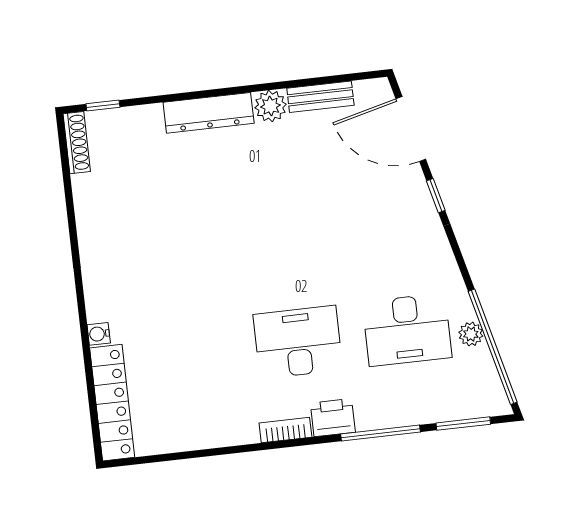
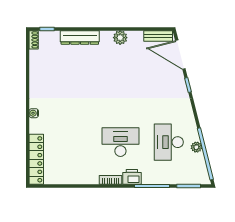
bench: (320, 97) -> (158, 36), moved
dresser: (209, 113) -> (80, 37), moved
shoe rack: (77, 143) -> (34, 40), width x0.70
desk: (407, 330) -> (169, 142), turned 90
water cooler: (99, 334) -> (34, 113), moved

